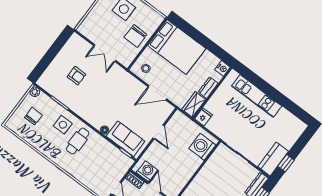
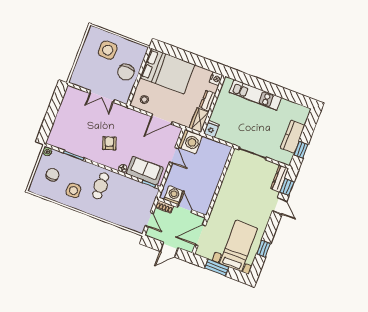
armchair: (77, 76) -> (109, 143), moved, turned -109
side table: (63, 125) -> (74, 190), moved
washing machine: (202, 147) -> (190, 142), moved, turned 180
kitchen counter: (273, 159) -> (293, 137), moved

